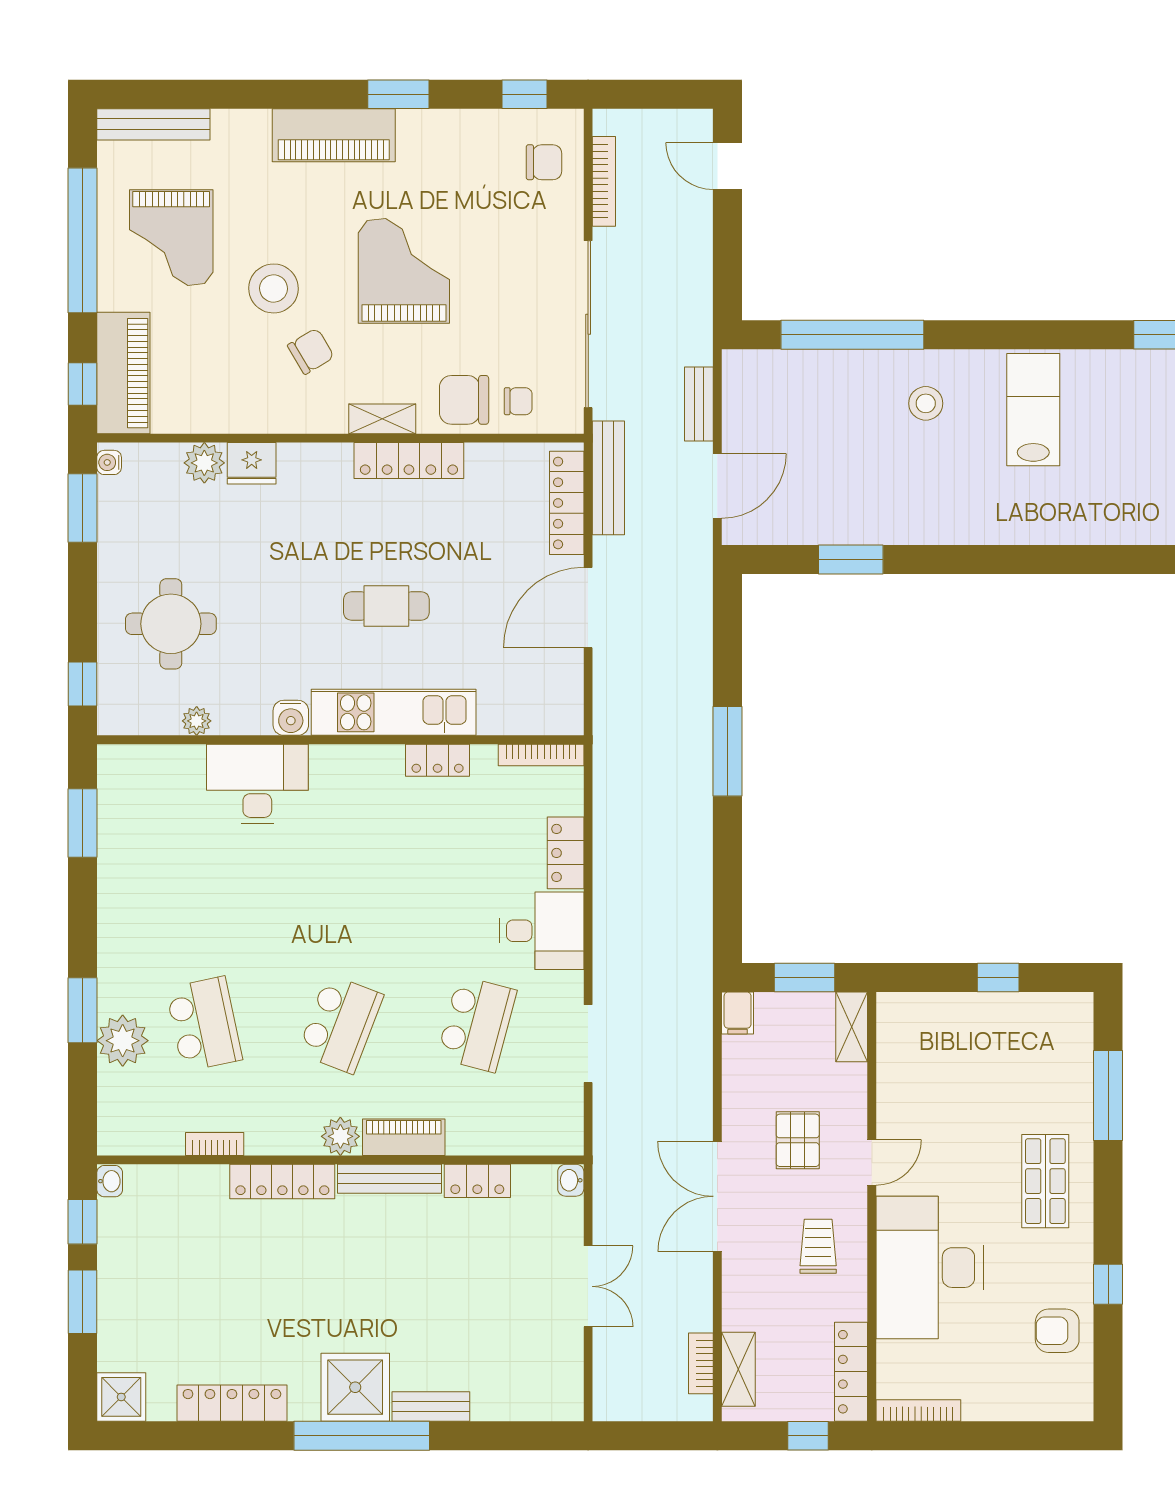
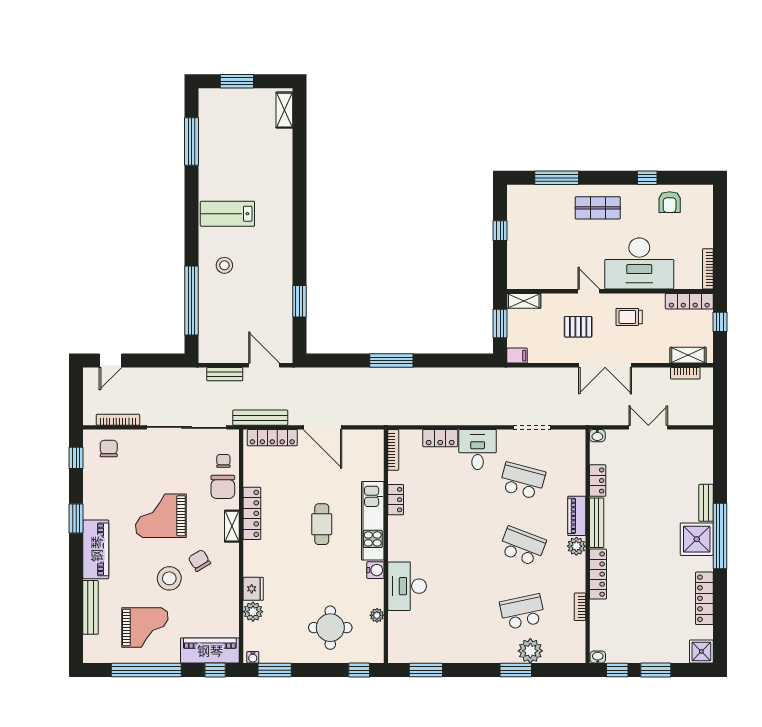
bench: (153, 124) -> (91, 607), moved

